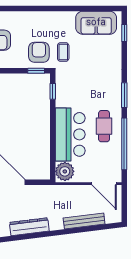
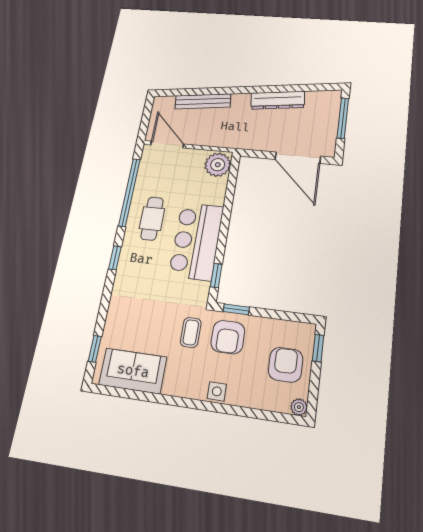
side table: (40, 18) -> (217, 391), added
window: (124, 95) -> (115, 258), width x0.67
bar counter: (70, 134) -> (196, 241), moved

